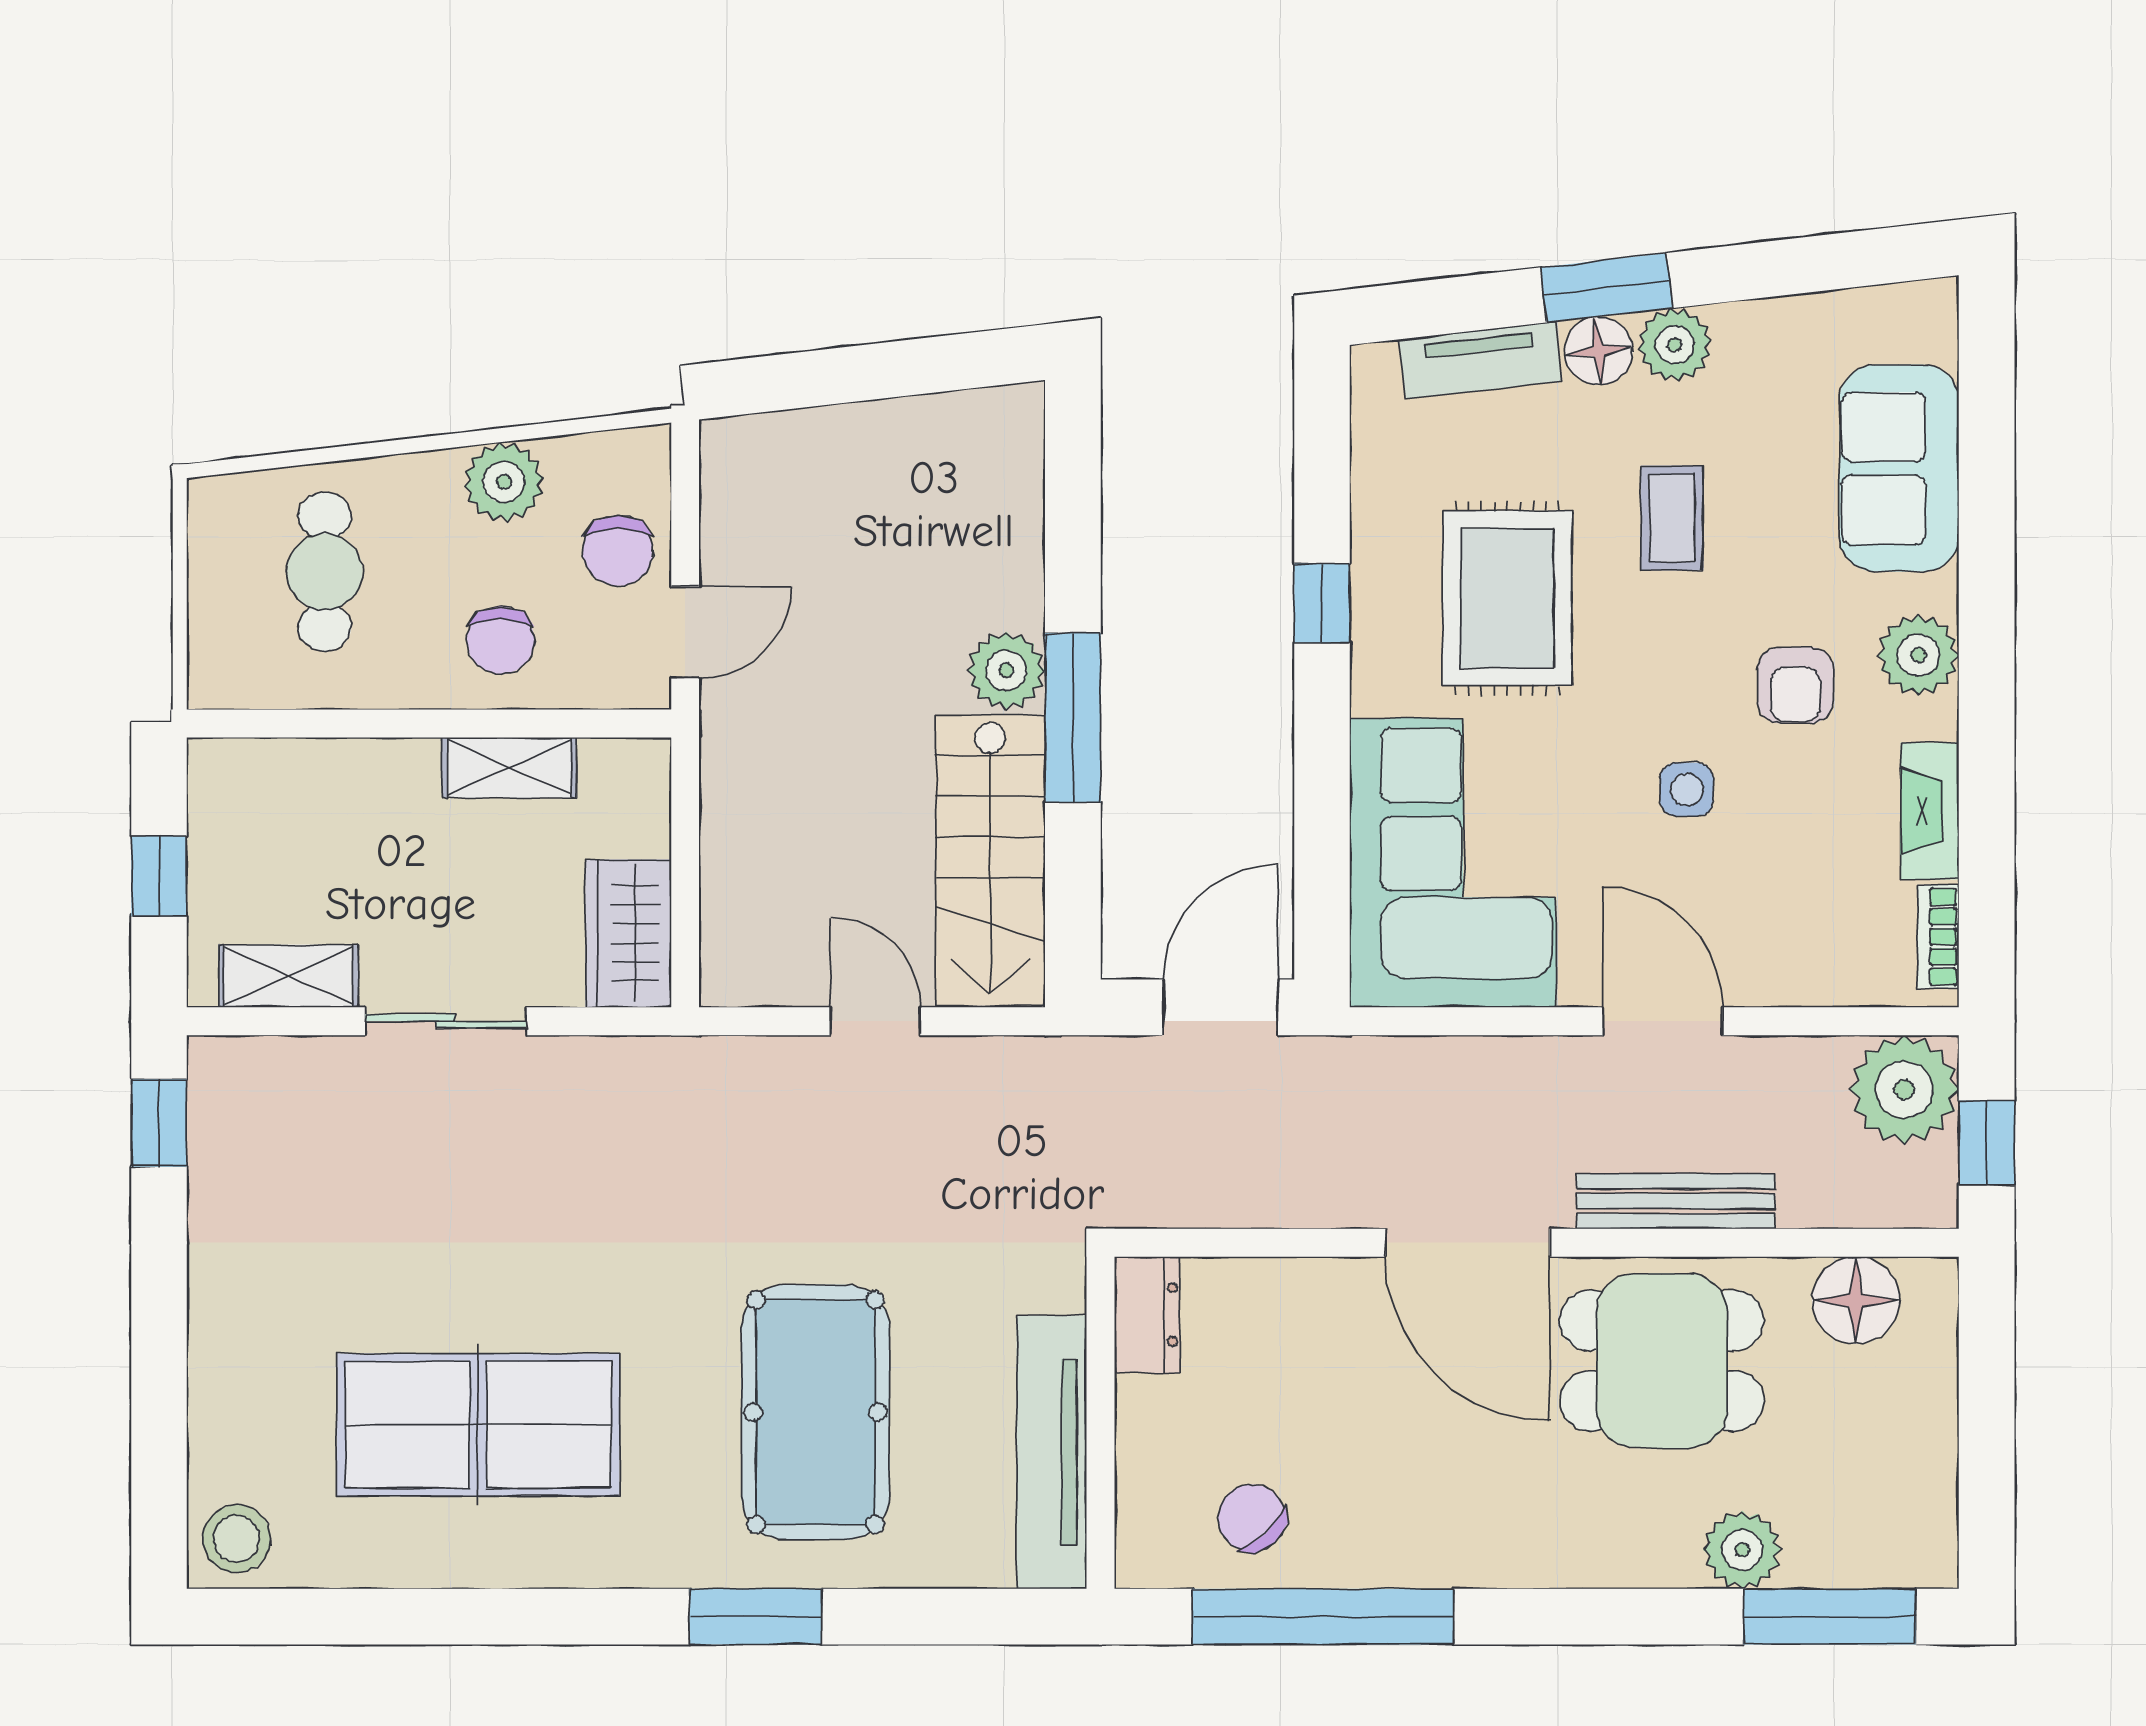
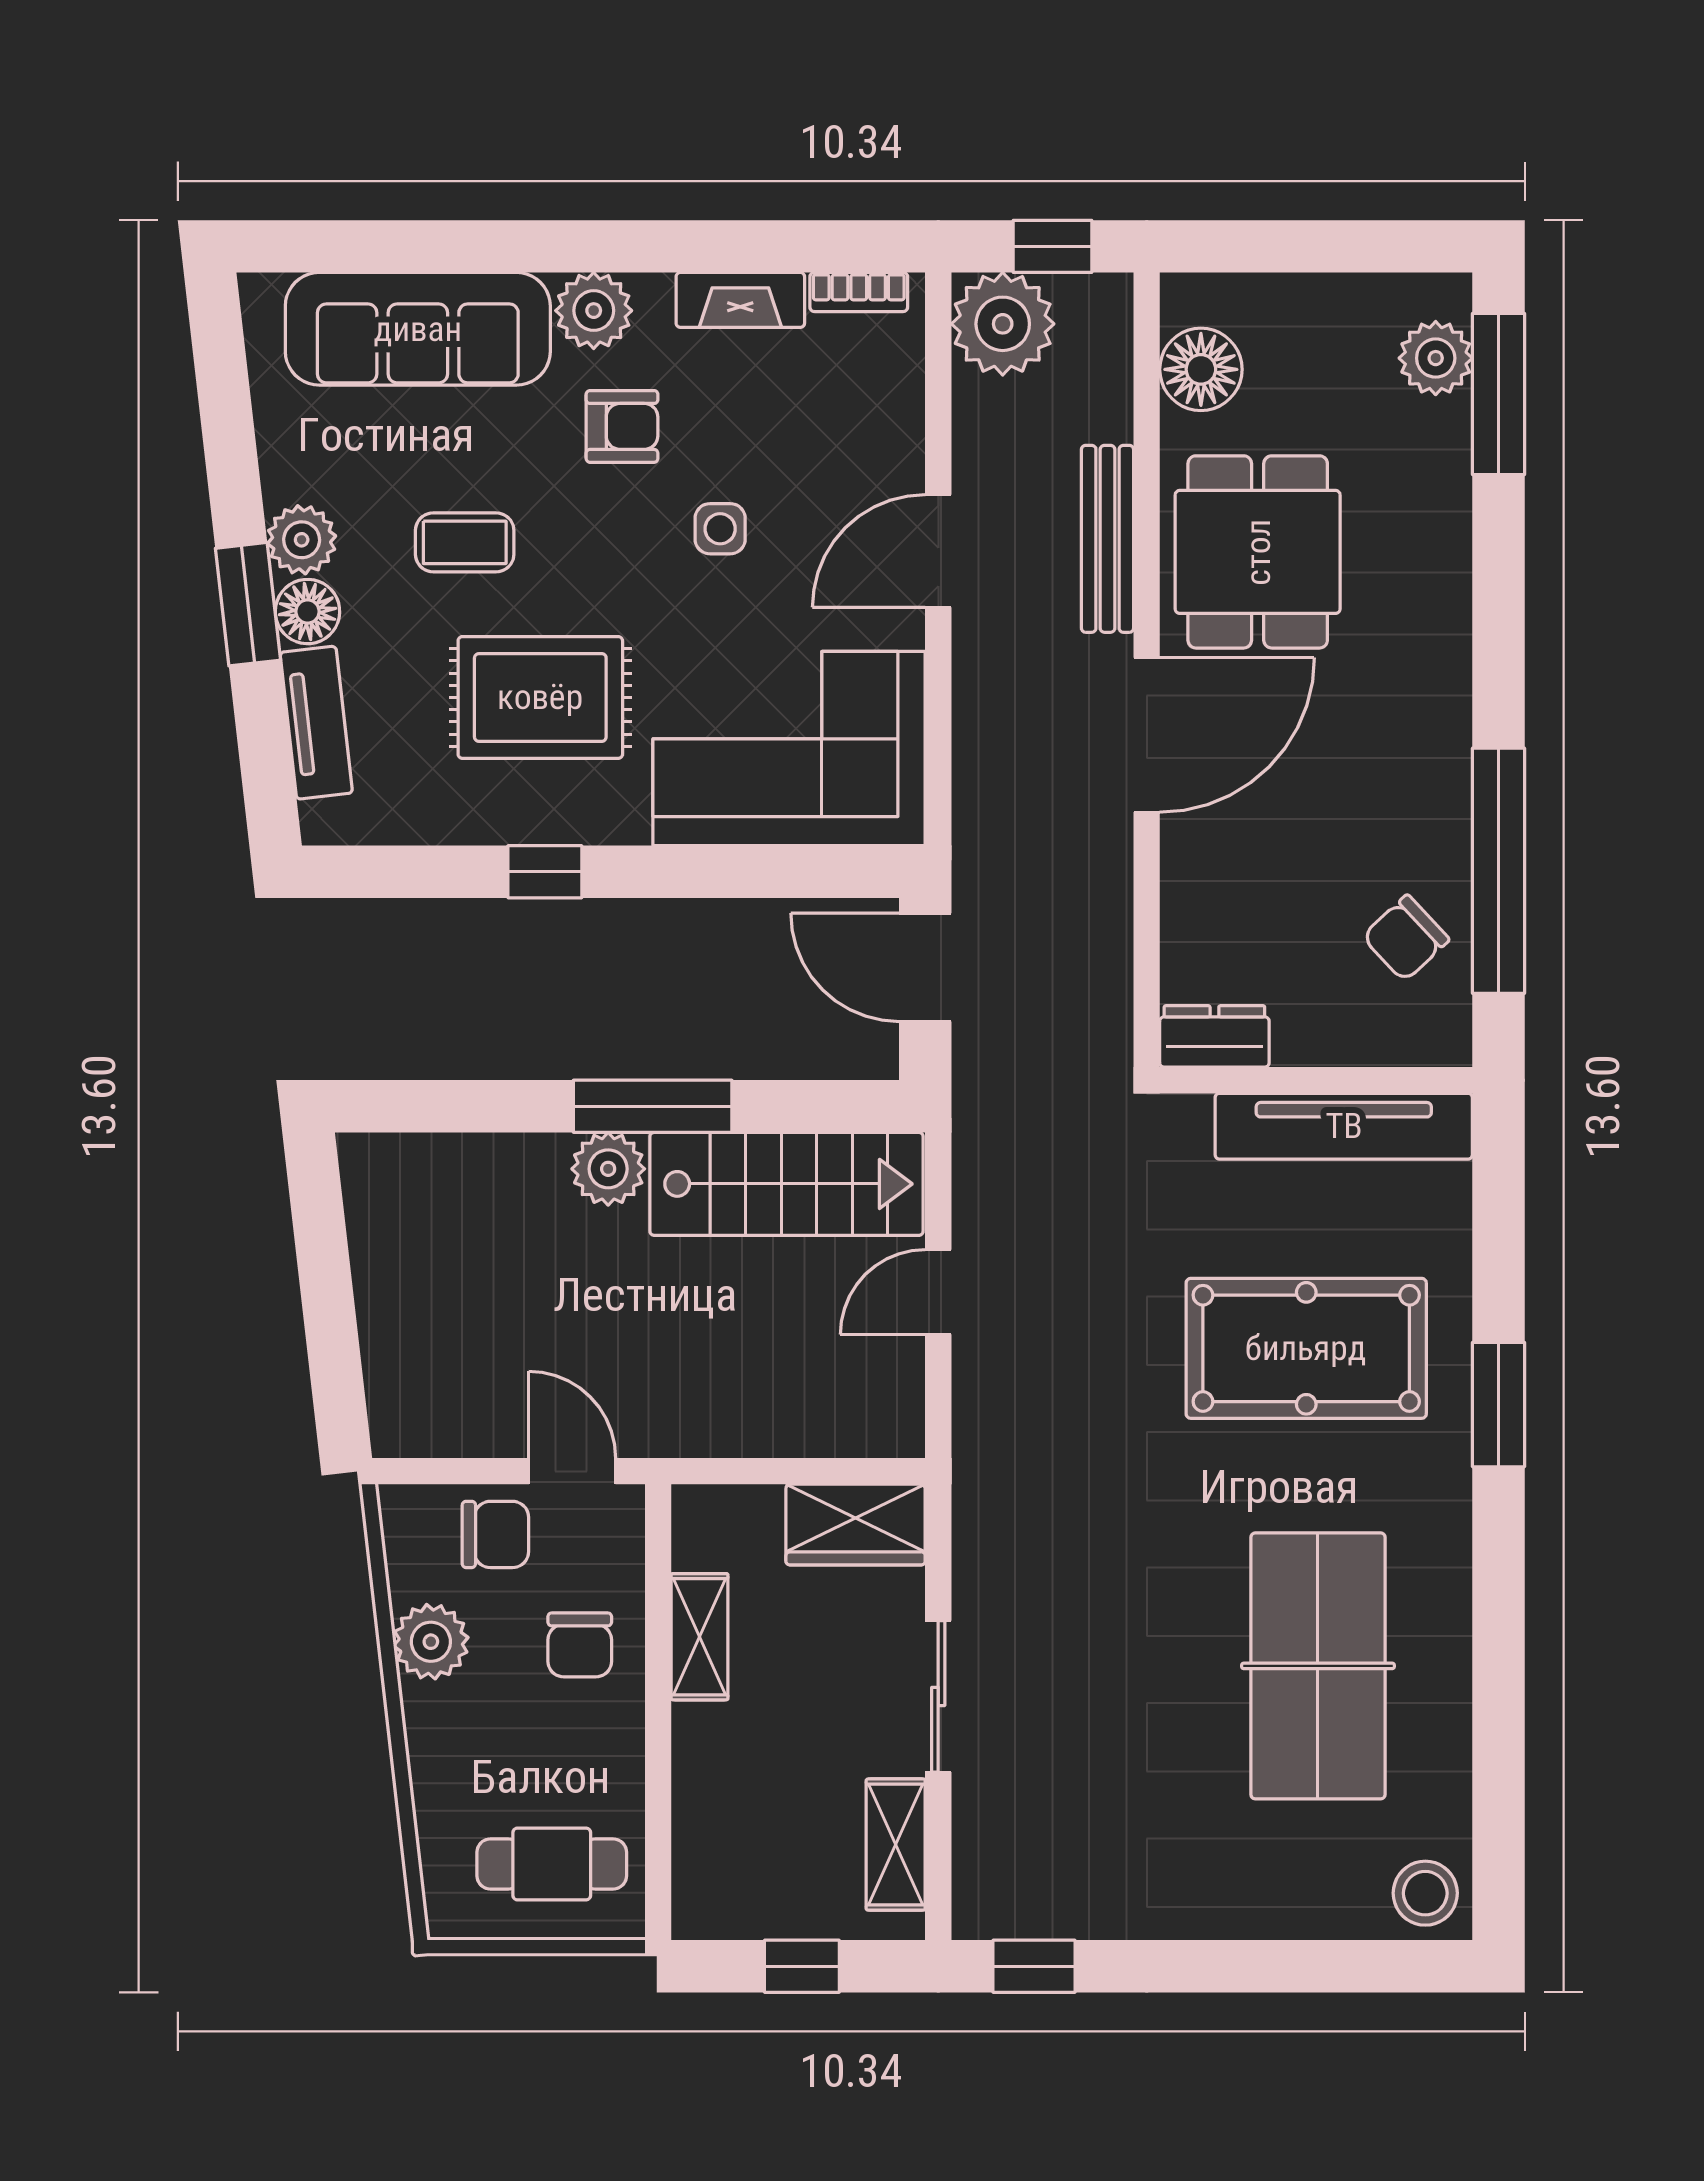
sofa: (1899, 468) -> (418, 329), width x1.36
cafe table: (325, 572) -> (552, 1864), moved
chair: (500, 640) -> (580, 1645), turned 90
plant: (1742, 1550) -> (1436, 358), moved

